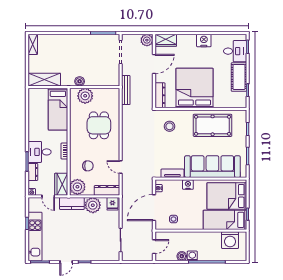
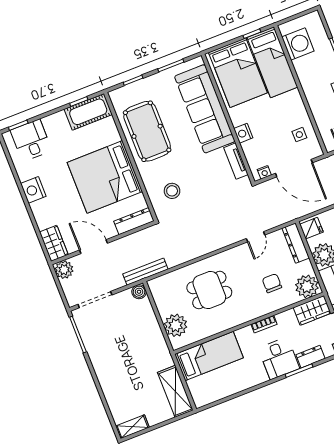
cot: (239, 77) -> (88, 112), moved
boiler: (80, 81) -> (139, 292), moved

